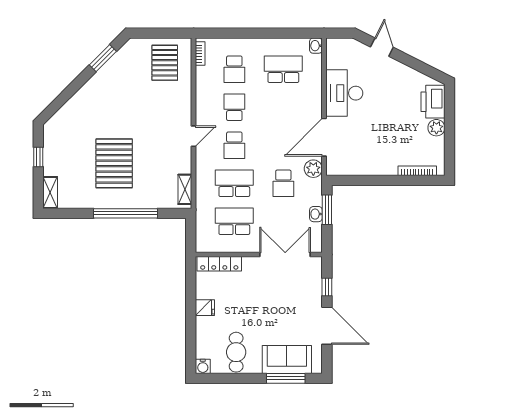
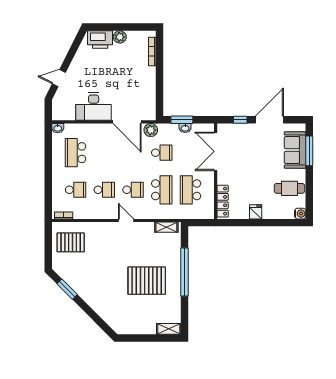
school desk: (234, 107) -> (104, 190), turned 180
window: (38, 157) -> (142, 338), removed
school desk: (234, 183) -> (162, 190), turned 180

